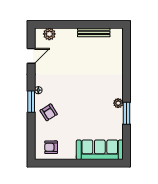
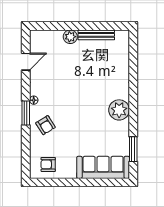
plant: (49, 34) -> (70, 37), moved
plant: (118, 103) -> (119, 110), width x1.87, depth x1.87
window: (127, 113) -> (133, 149), moved

